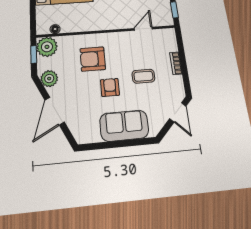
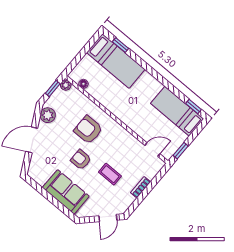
door: (143, 29) -> (152, 150), moved
plant: (47, 47) -> (66, 85), width x0.53, depth x0.53
armchair: (110, 87) -> (81, 160), turned -90

